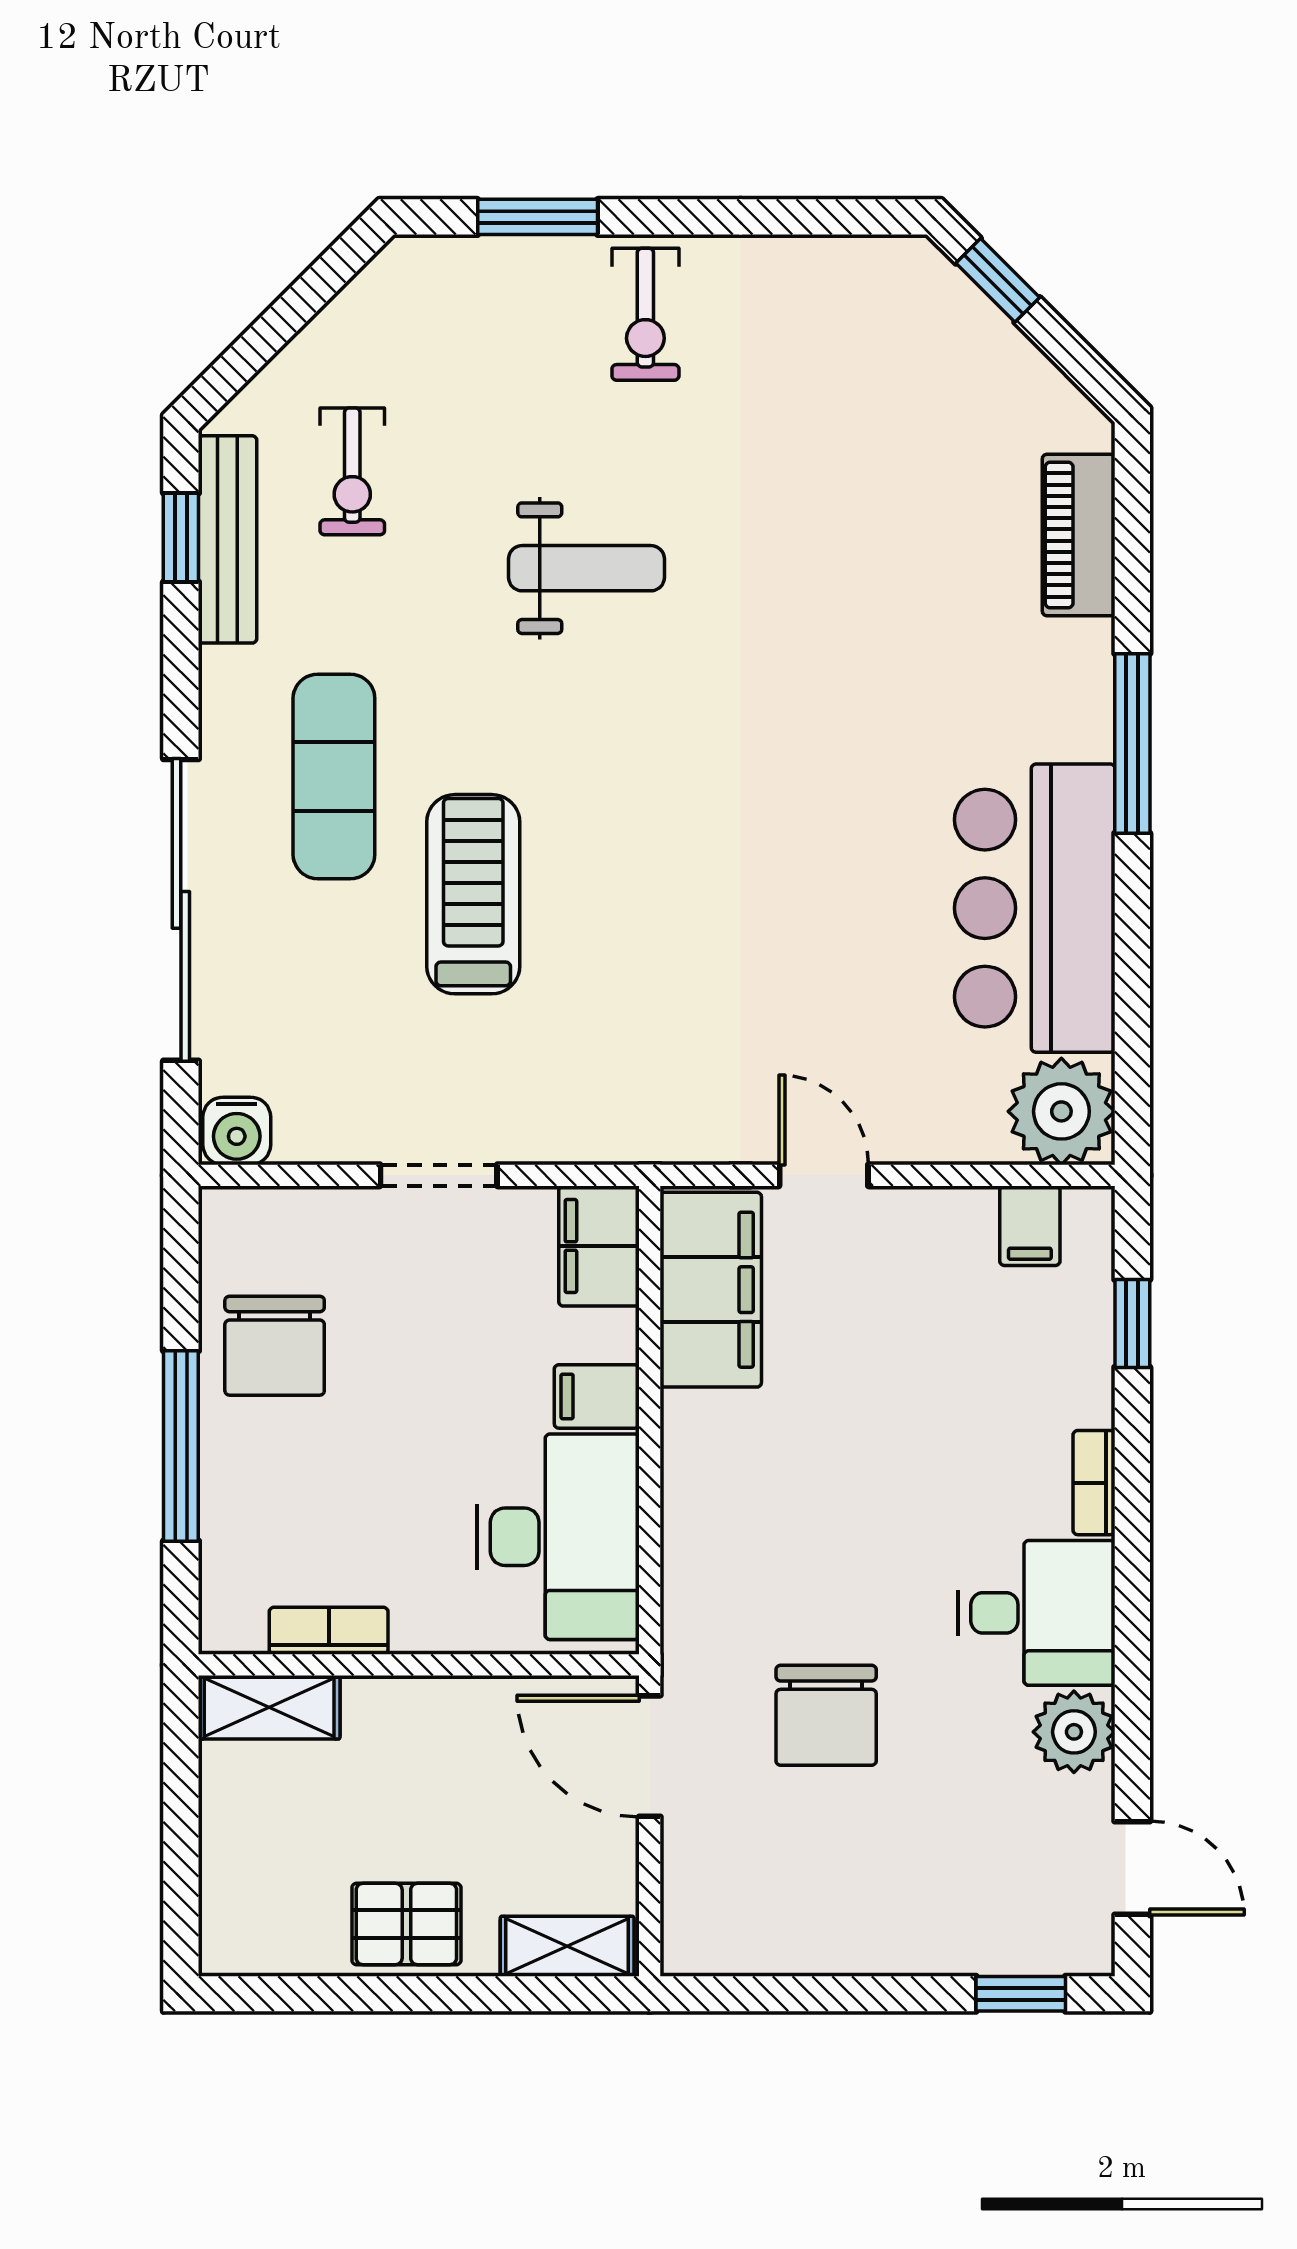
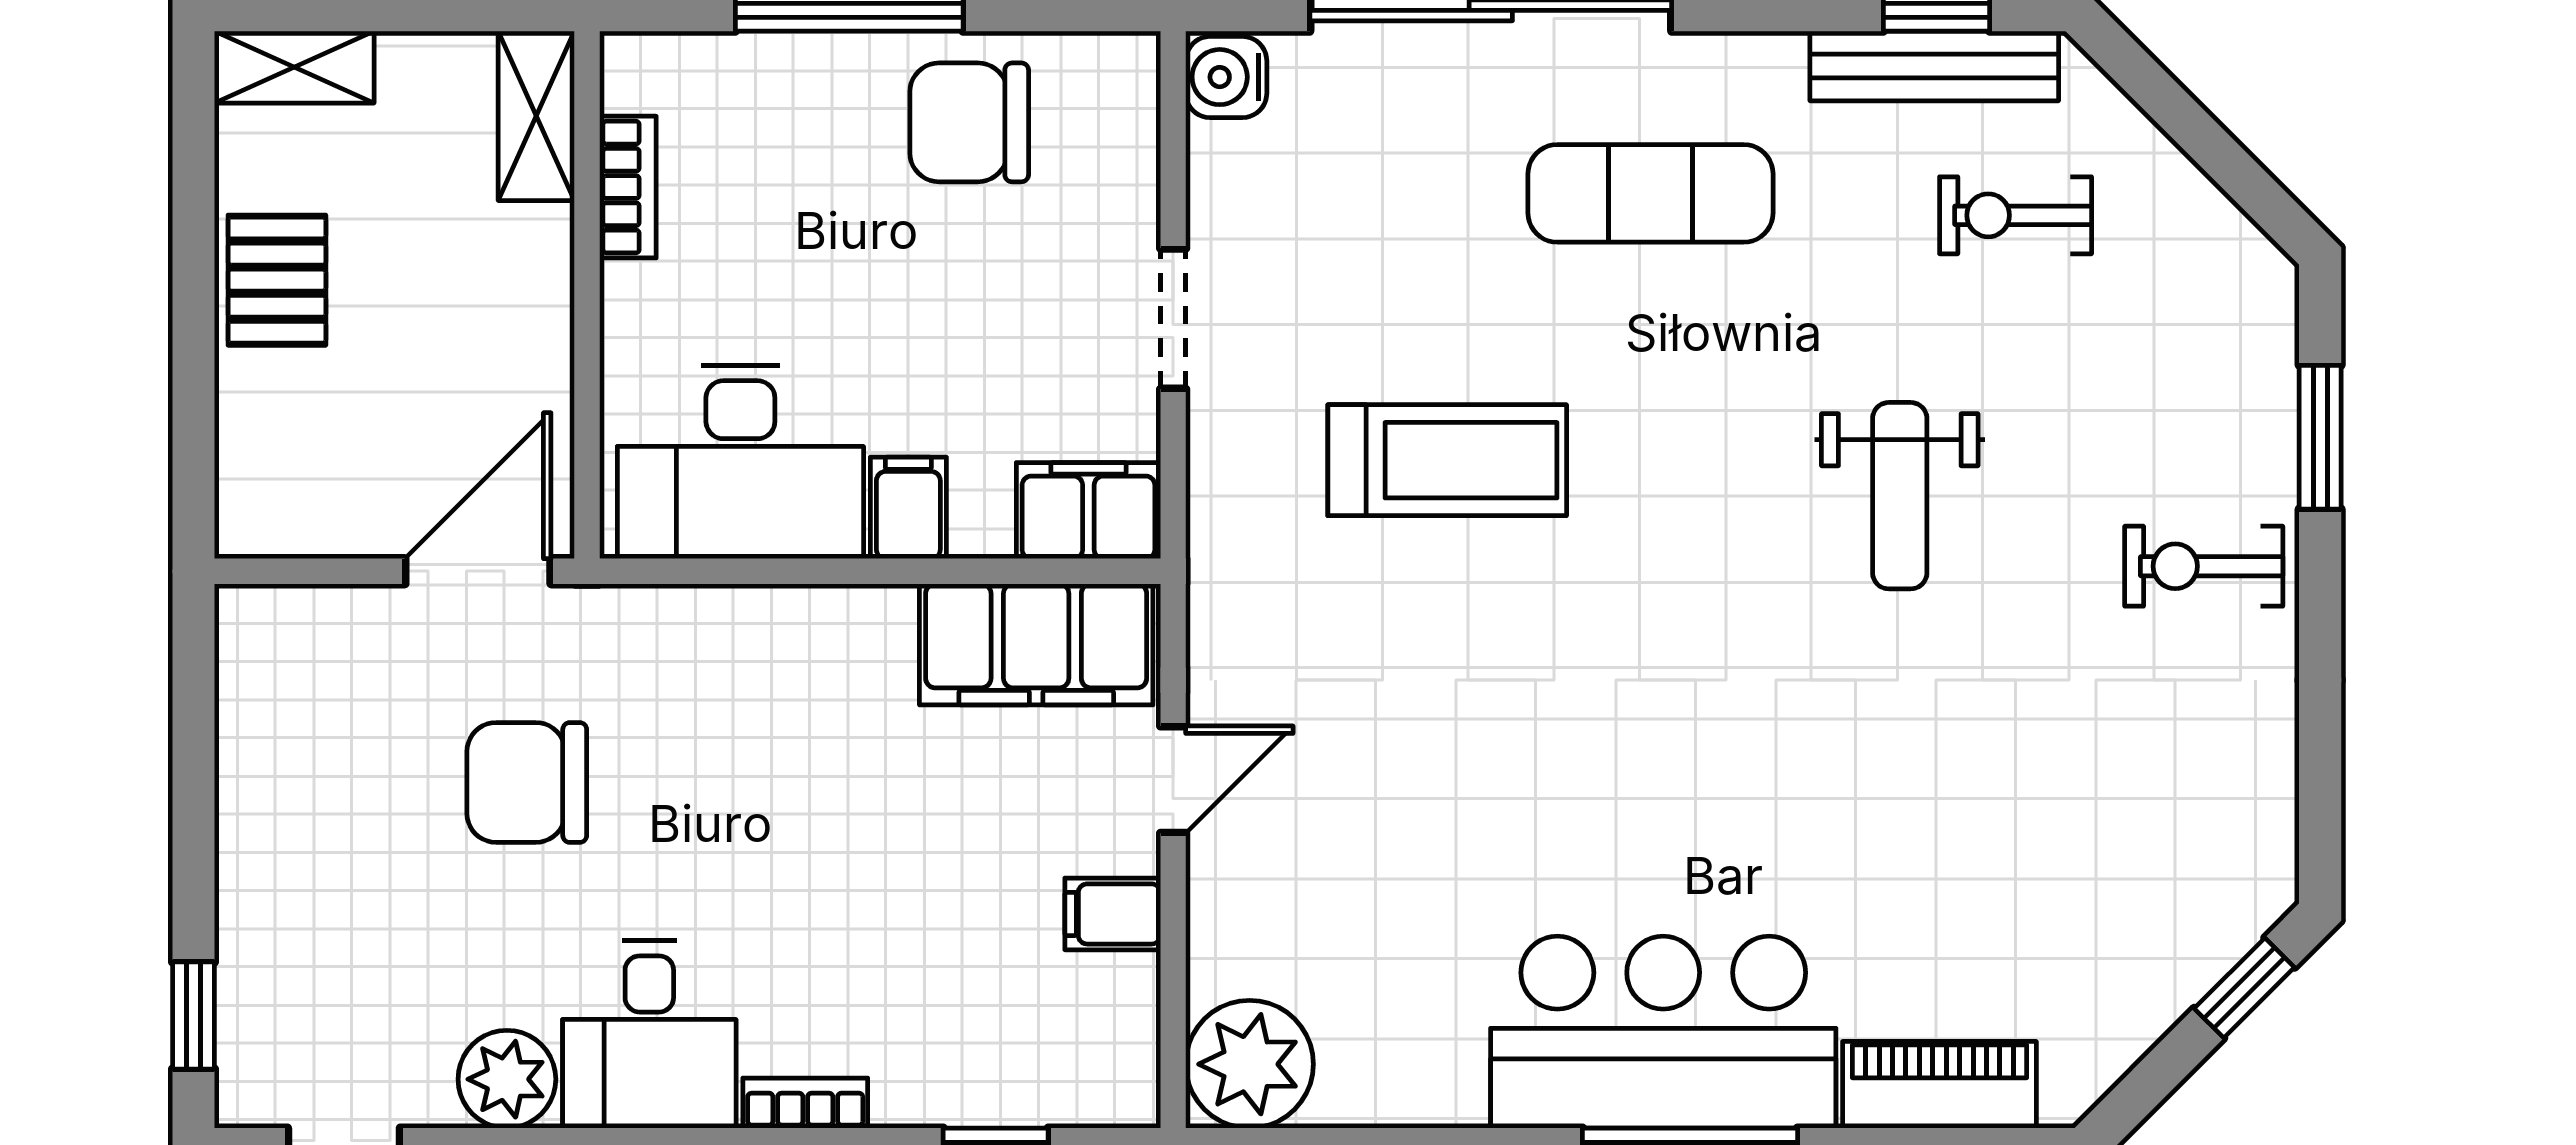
treadmill: (473, 894) -> (1447, 460), moved
bar counter: (1035, 908) -> (1663, 1032), moved
filing cabinet: (1030, 1226) -> (1113, 914), moved
shelving: (567, 1946) -> (294, 67), moved, turned 90

